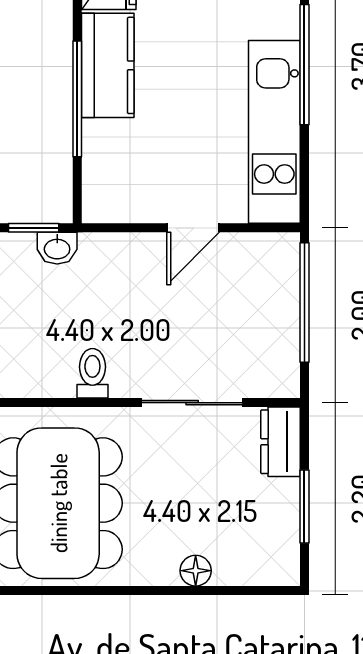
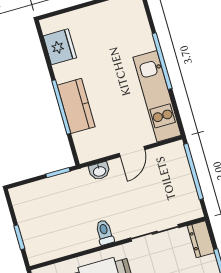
kitchen counter: (108, 65) -> (76, 106), moved
washbasin: (57, 248) -> (99, 171), moved

